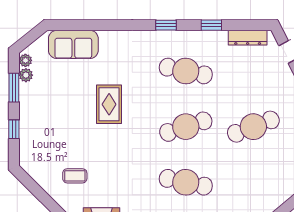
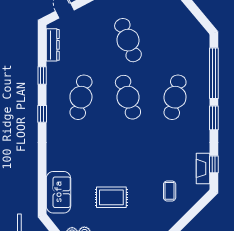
rug: (109, 104) -> (111, 197), moved

